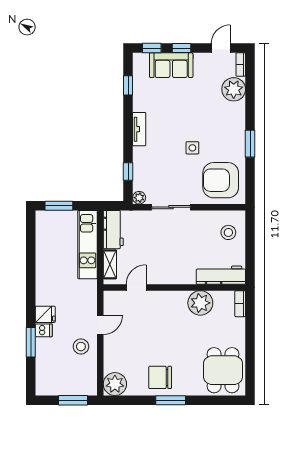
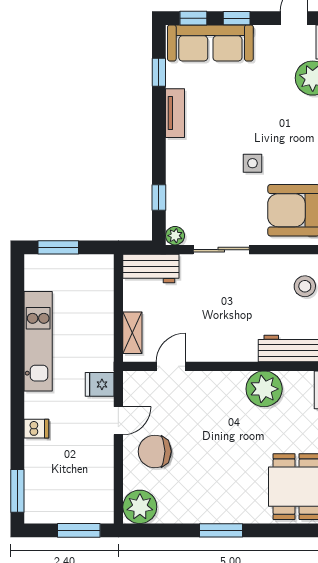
sofa: (171, 65) -> (210, 43), width x1.36
tv unit: (139, 129) -> (175, 113), moved
workbench: (113, 230) -> (151, 268), moved, turned 90
kitchen unit: (88, 245) -> (38, 341), moved, turned 180
fridge: (45, 314) -> (100, 384), moved, turned 180
window: (31, 342) -> (17, 491), moved
stool: (81, 347) -> (90, 452), removed
chair: (160, 377) -> (155, 451), moved

